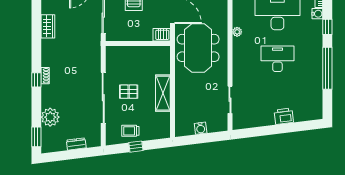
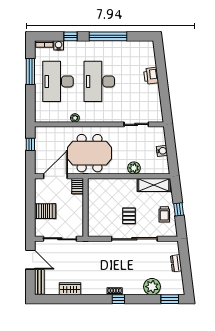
desk: (277, 59) -> (99, 81), width x1.36, depth x1.30
shelving: (163, 93) -> (154, 185), moved
plant: (182, 97) -> (134, 168), added

